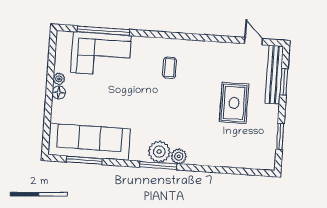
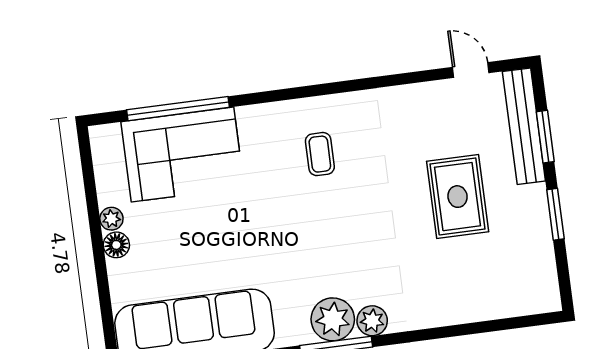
window: (280, 137) -> (555, 214), moved

